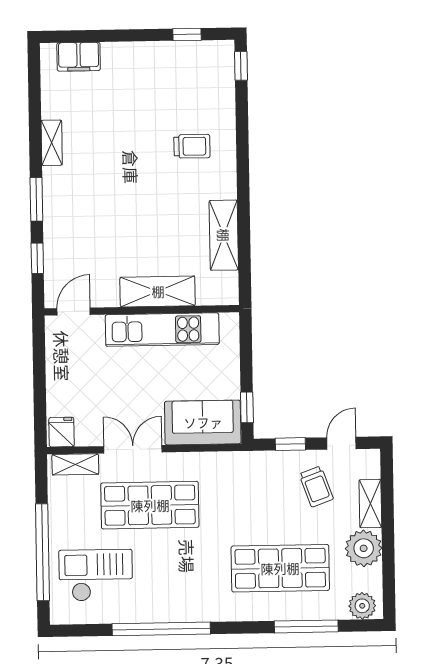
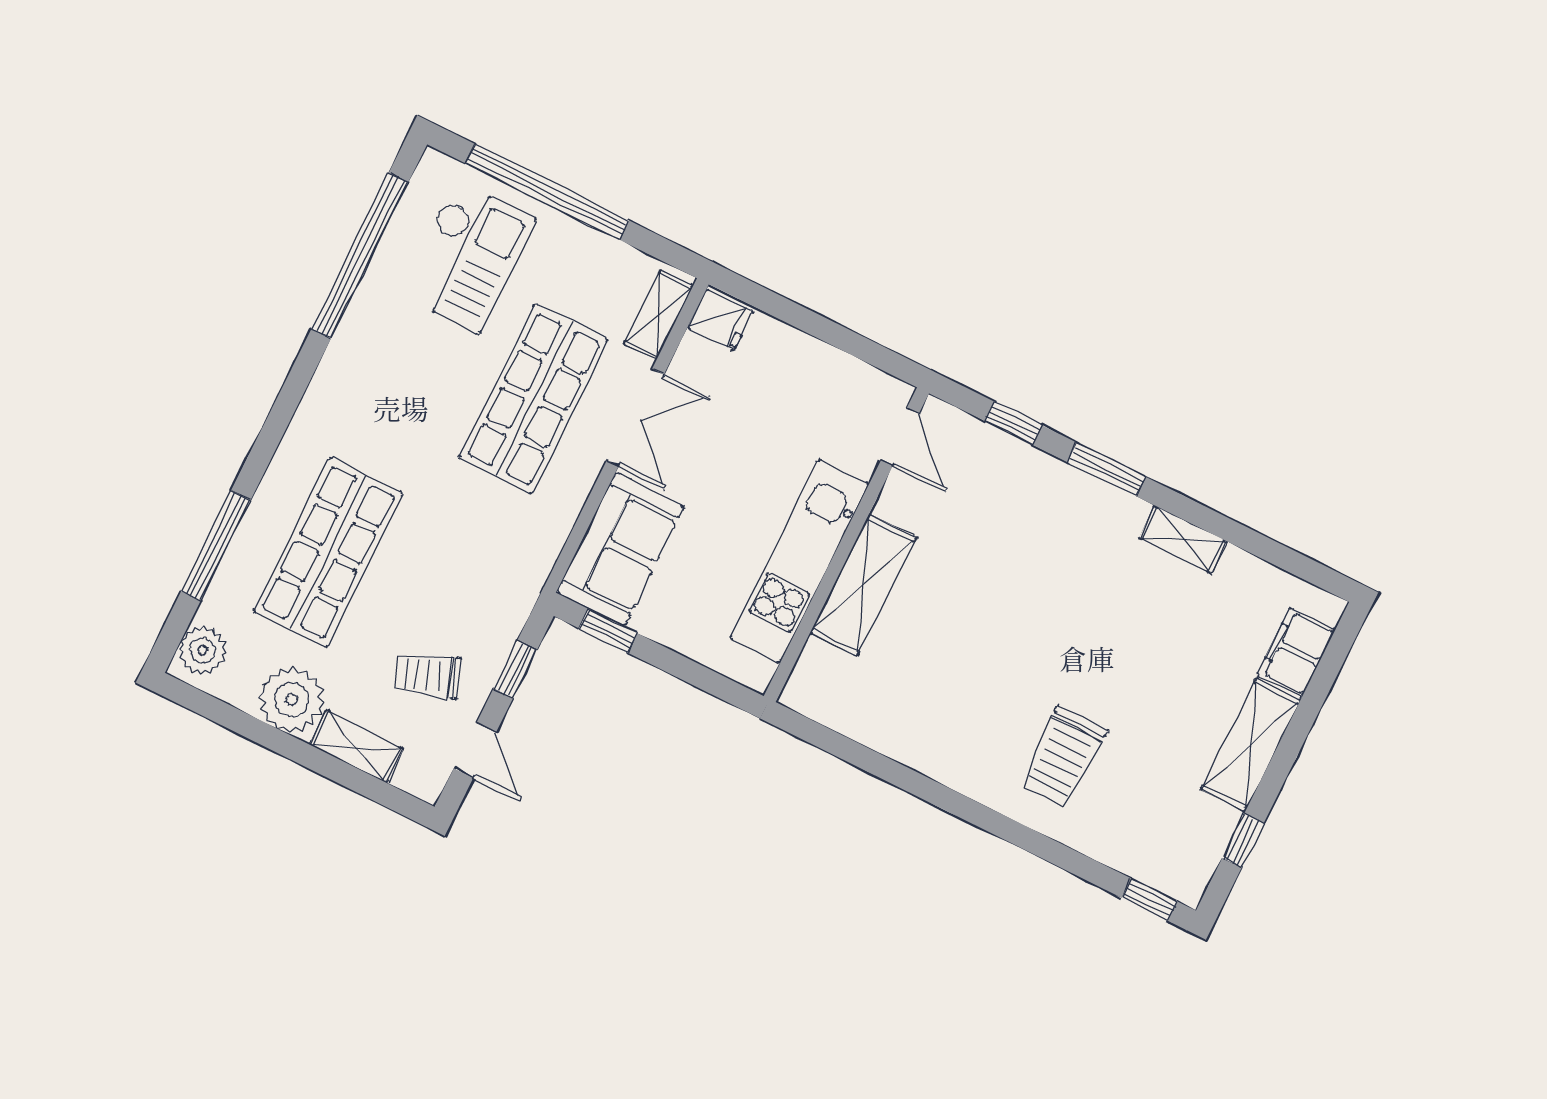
trolley: (192, 146) -> (1063, 757), width x1.36, depth x1.39
shelving: (224, 235) -> (1251, 745), moved, turned 90
window: (161, 629) -> (360, 256), moved

